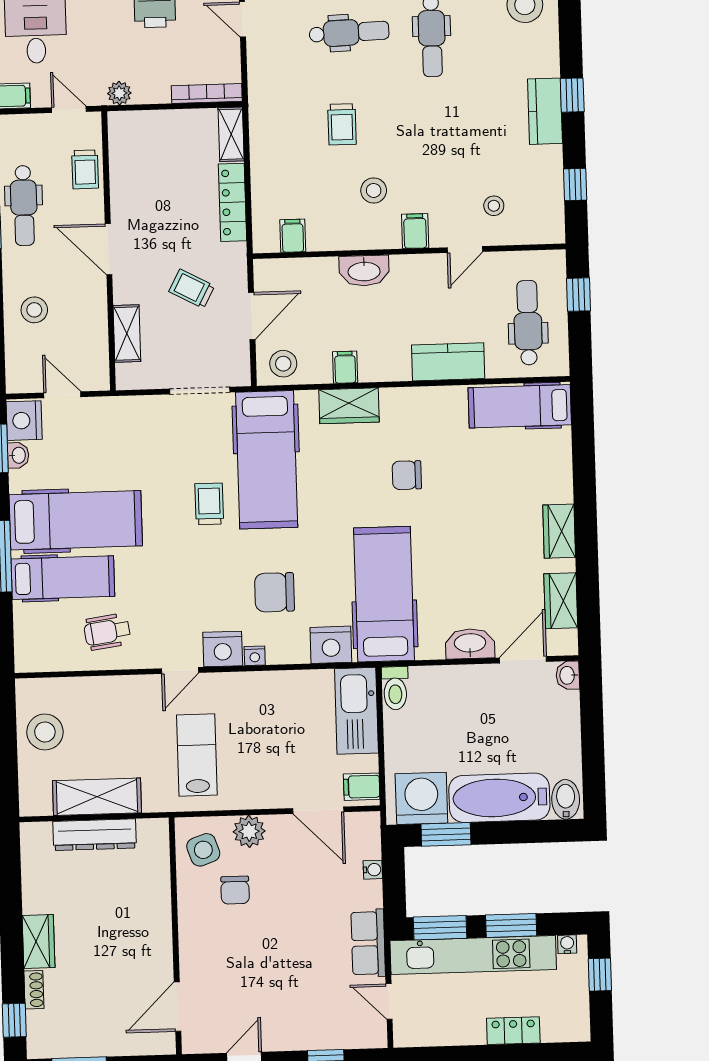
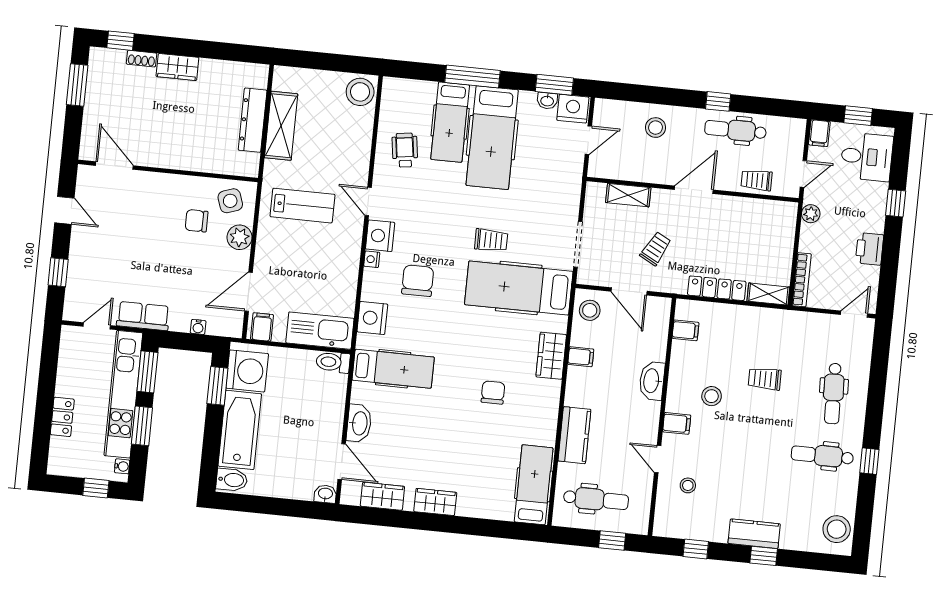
hospital bed: (384, 594) -> (393, 369), width x0.73, depth x0.78
stool: (45, 732) -> (360, 92), moved

